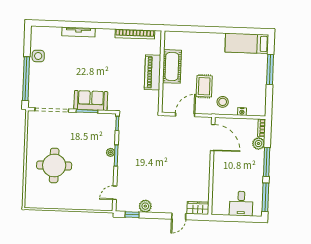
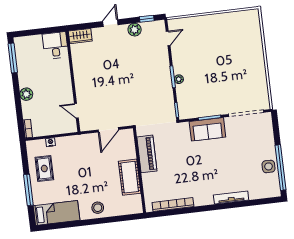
piano: (153, 72) -> (147, 154), moved
window: (26, 79) -> (281, 168), moved
rug: (204, 86) -> (44, 168), moved
stool: (223, 102) -> (98, 208), moved
door: (213, 138) -> (76, 111), width x0.53
plant: (258, 144) -> (26, 94), moved
window: (267, 162) -> (17, 94), removed
round table: (54, 165) -> (235, 57), removed
desk: (241, 204) -> (55, 45), moved
door: (179, 216) -> (110, 23), moved

